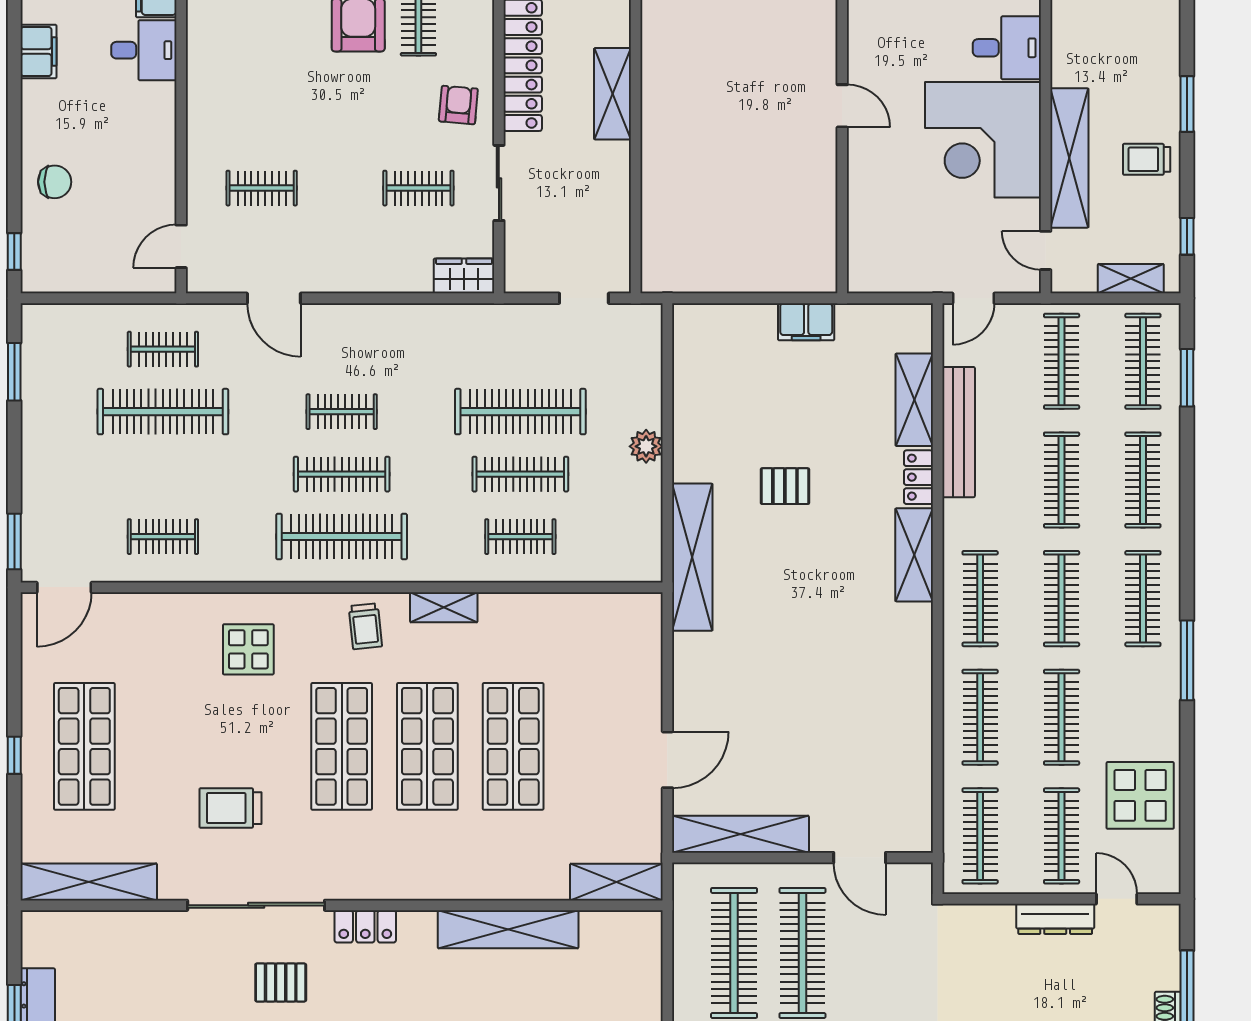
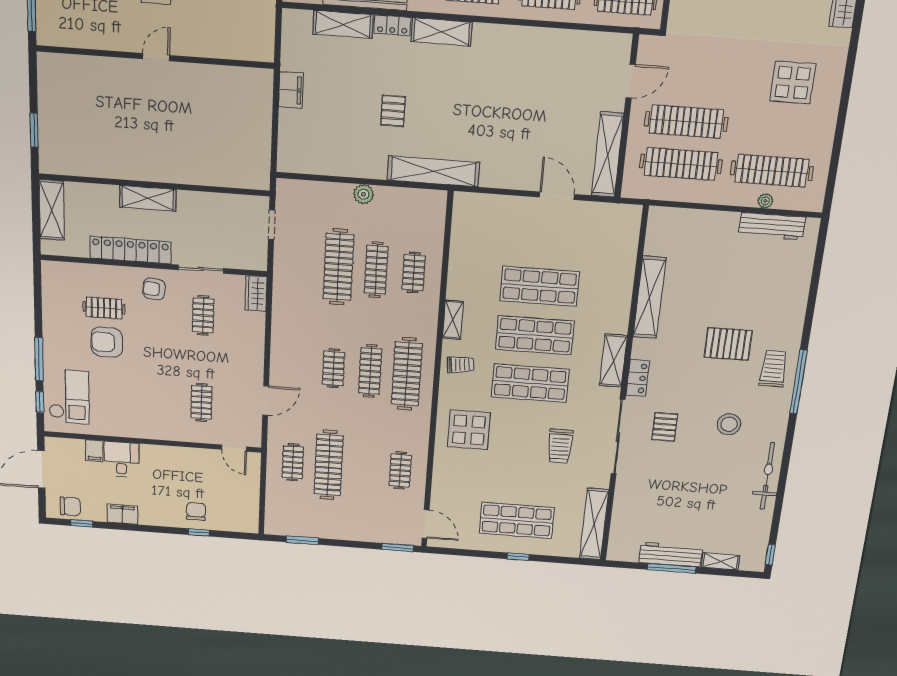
window: (14, 252) -> (199, 532), moved
display table: (248, 649) -> (469, 430), width x1.36, depth x1.36
shelving: (616, 882) -> (613, 361), moved

